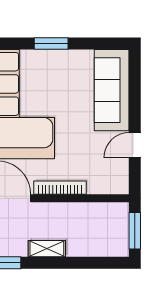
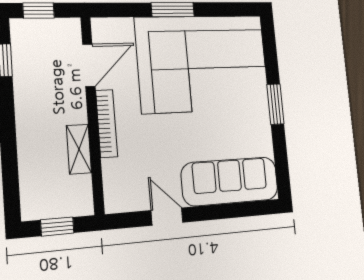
window: (135, 231) -> (57, 227), width x0.67
shelving: (47, 249) -> (79, 149), moved

